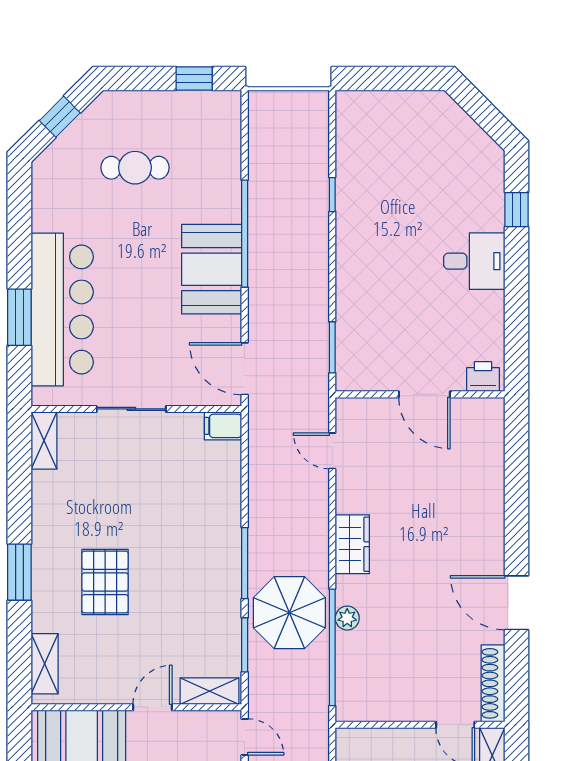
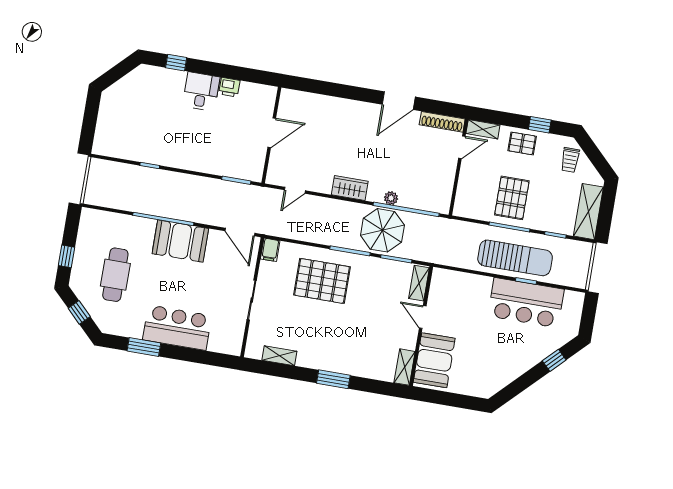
window: (194, 79) -> (67, 256), moved
cafe table: (135, 168) -> (115, 275), width x1.37, depth x1.35
bar counter: (62, 309) -> (177, 328), width x0.73
window: (19, 317) -> (144, 347), moved
door: (245, 369) -> (240, 232), hinge flipped
printer: (483, 377) -> (229, 87), moved, turned -90
shelving: (44, 441) -> (279, 356), moved
pallet: (105, 582) -> (322, 281), moved, width x1.37, depth x1.41
shelving: (45, 664) -> (405, 367), moved, turned 90
door: (245, 737) -> (448, 268), removed

